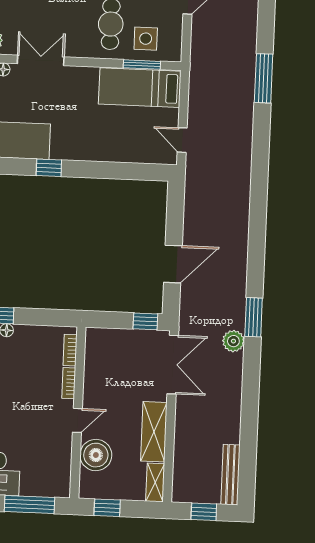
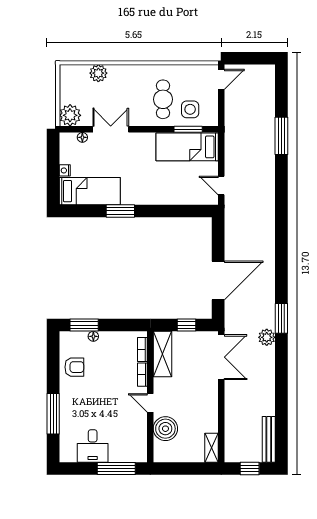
window: (49, 168) -> (120, 211), width x1.50
door: (173, 264) -> (218, 280), width x1.36
window: (145, 321) -> (186, 325), moved
door: (77, 420) -> (150, 403), swing flipped
shelving: (154, 432) -> (162, 354), moved
window: (107, 508) -> (176, 469), removed

